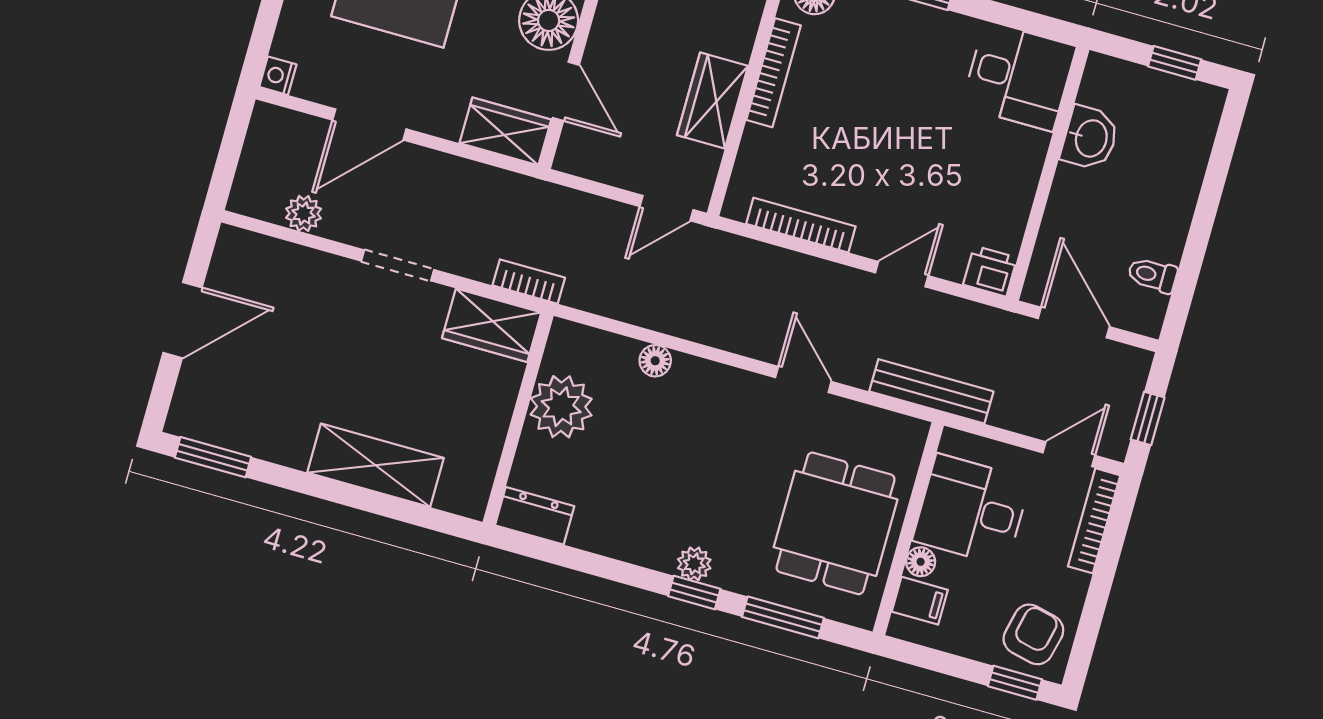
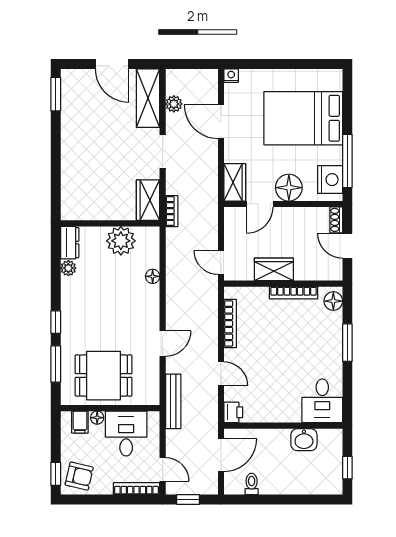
shelving: (376, 465) -> (148, 98), moved
plant: (694, 564) -> (68, 268), moved

